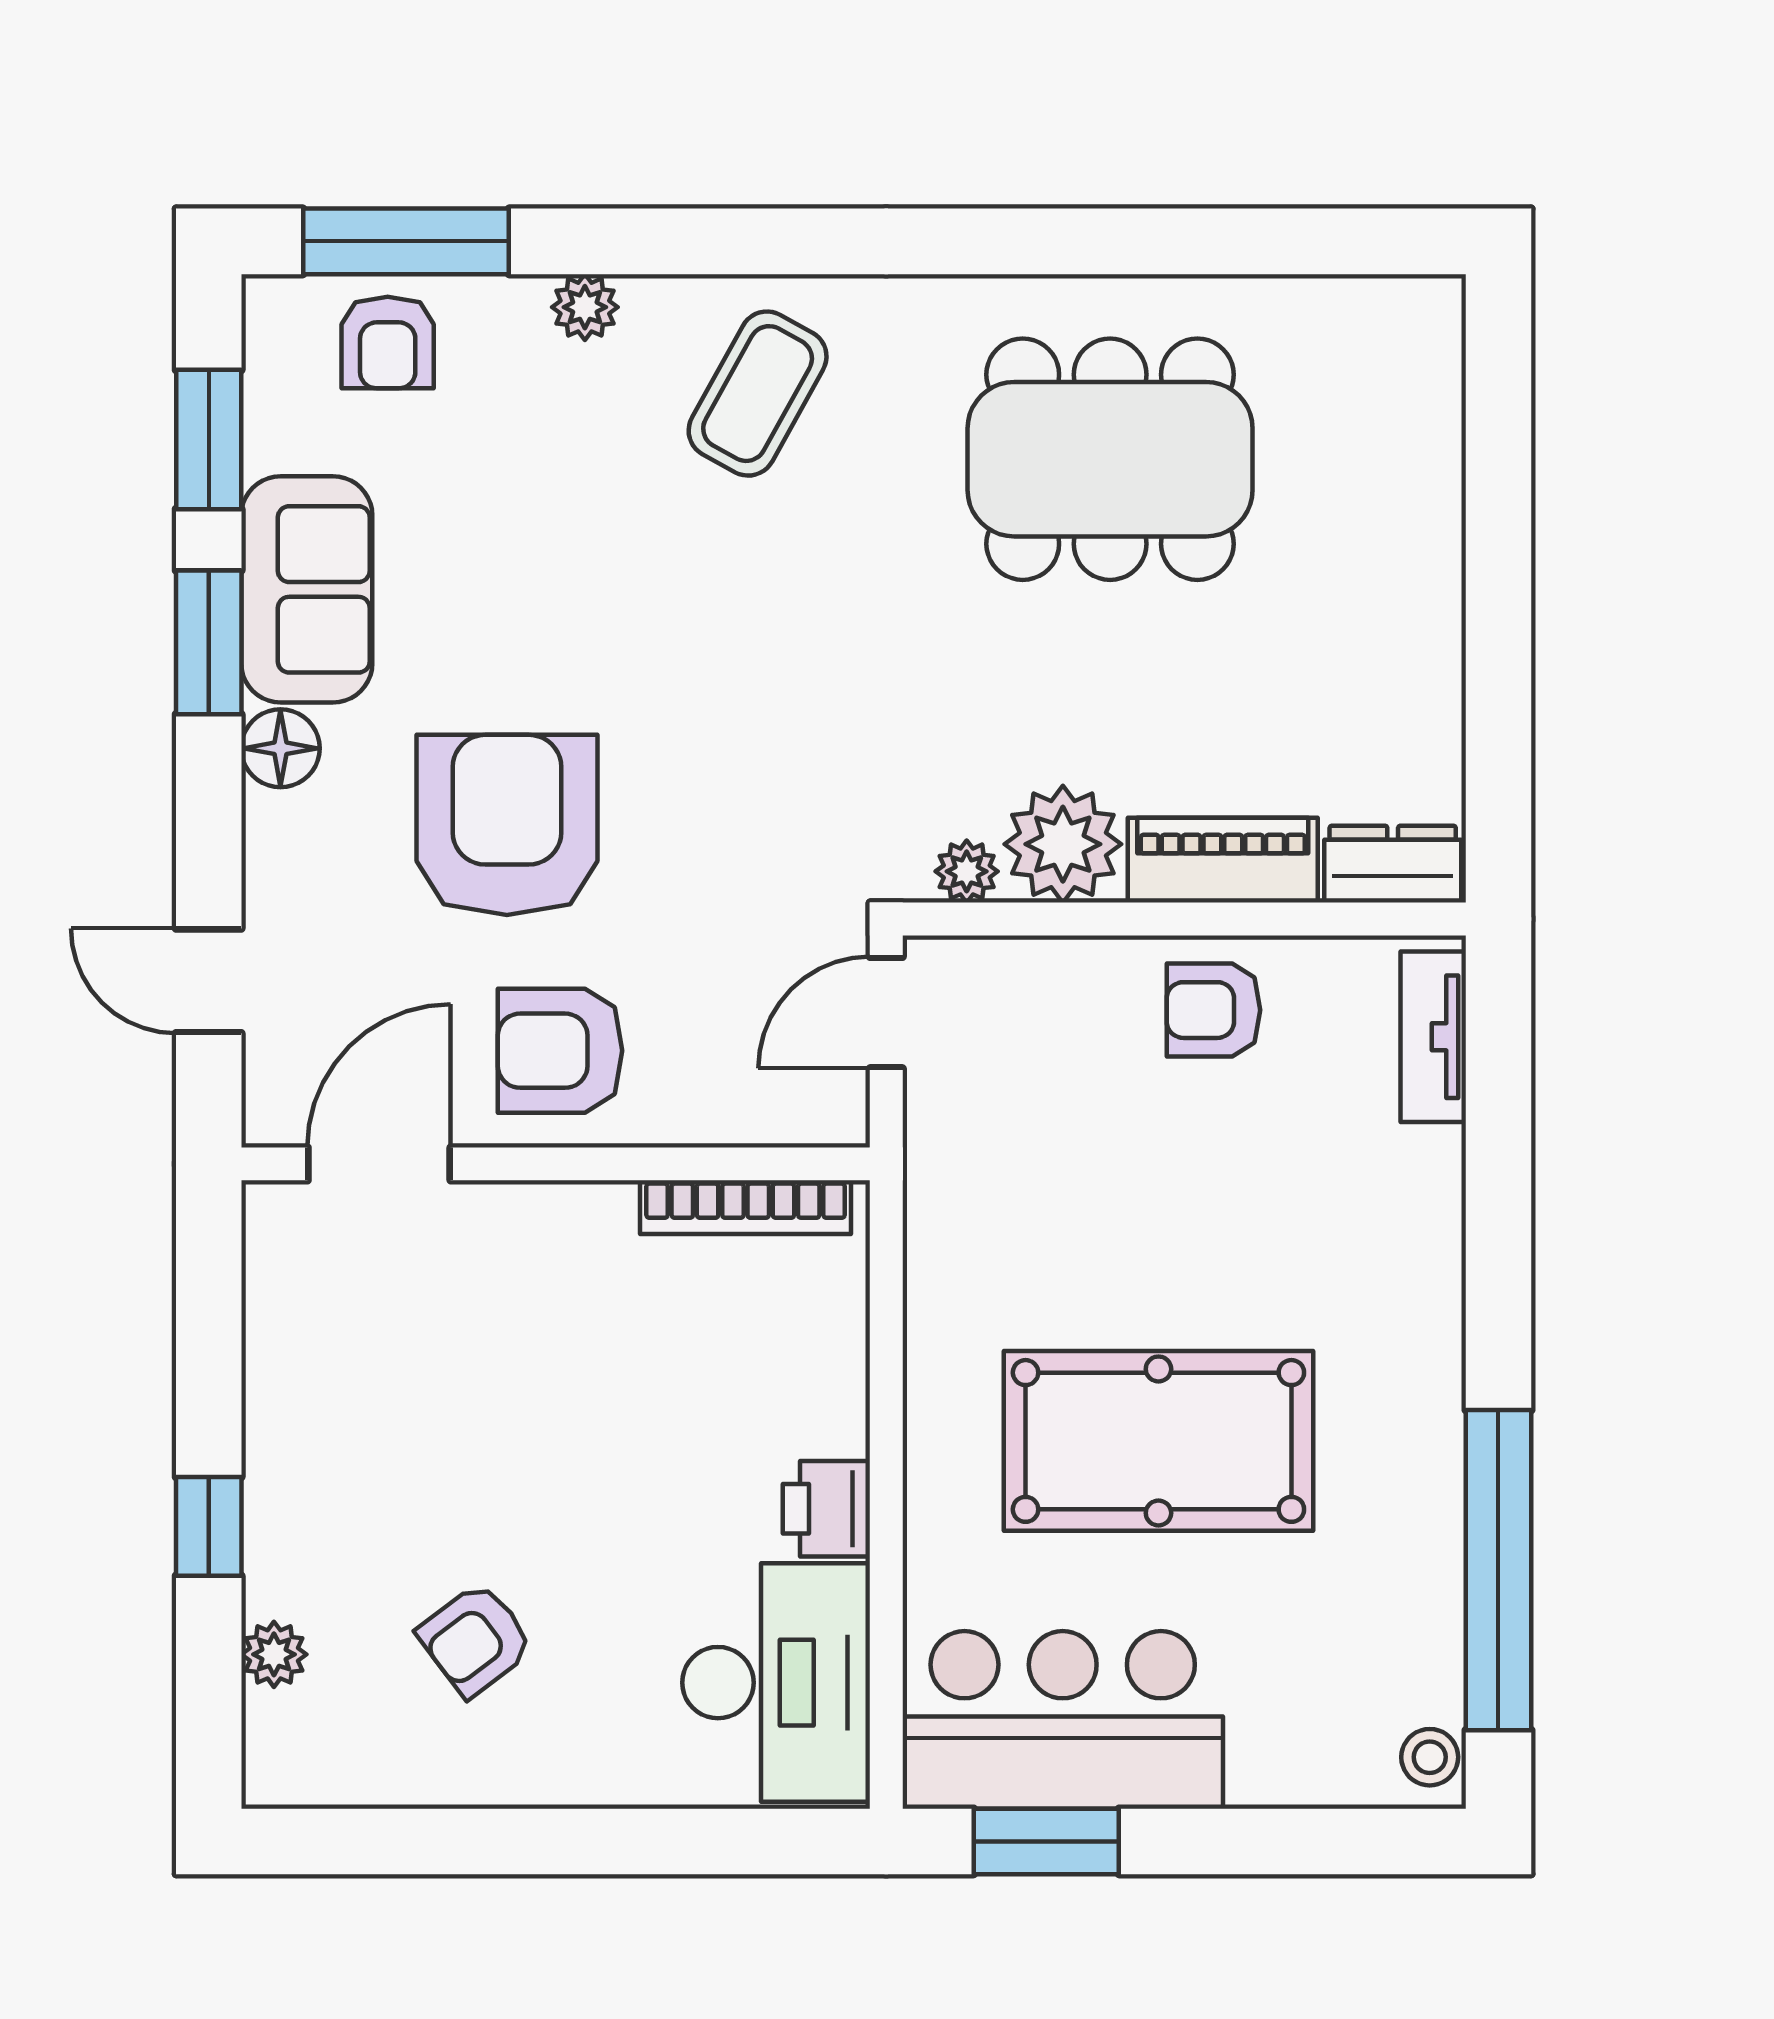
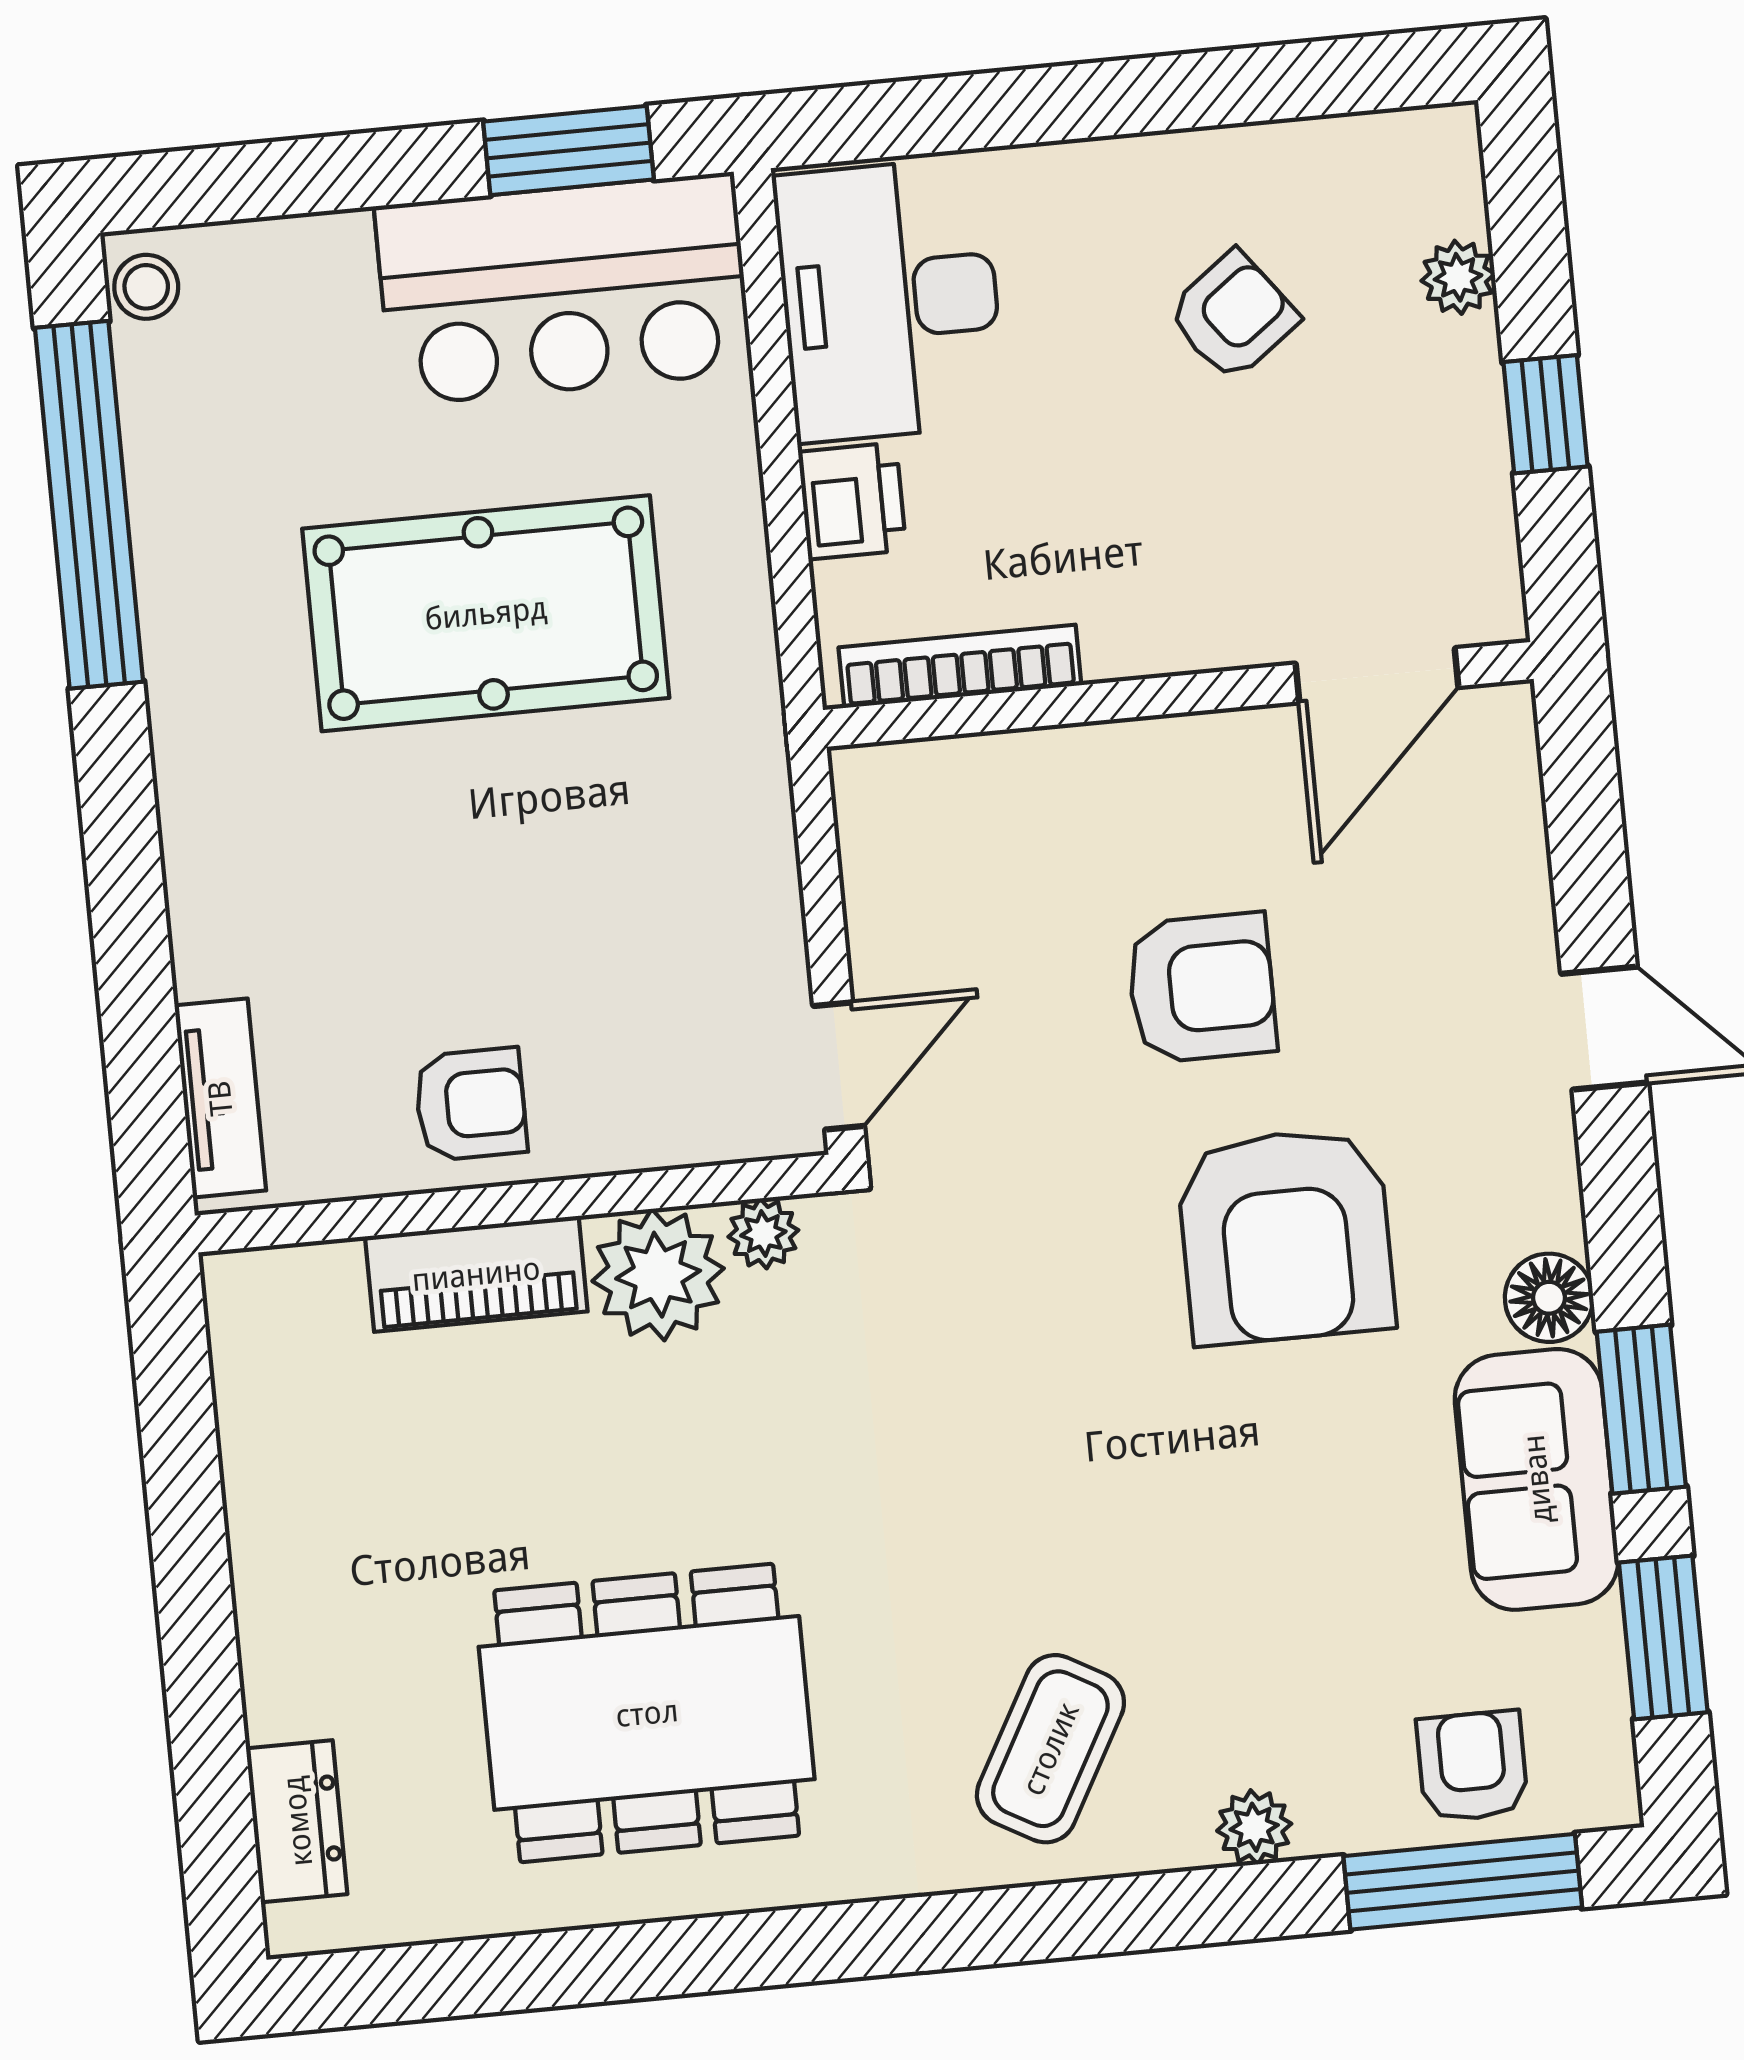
dresser: (1393, 864) -> (297, 1821), moved, turned -90
door: (379, 1164) -> (1377, 675), moved
wall: (556, 1164) -> (1178, 694), moved
bookcase: (746, 1207) -> (960, 666), moved

